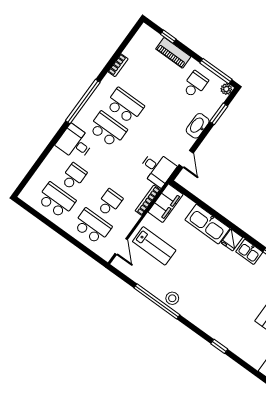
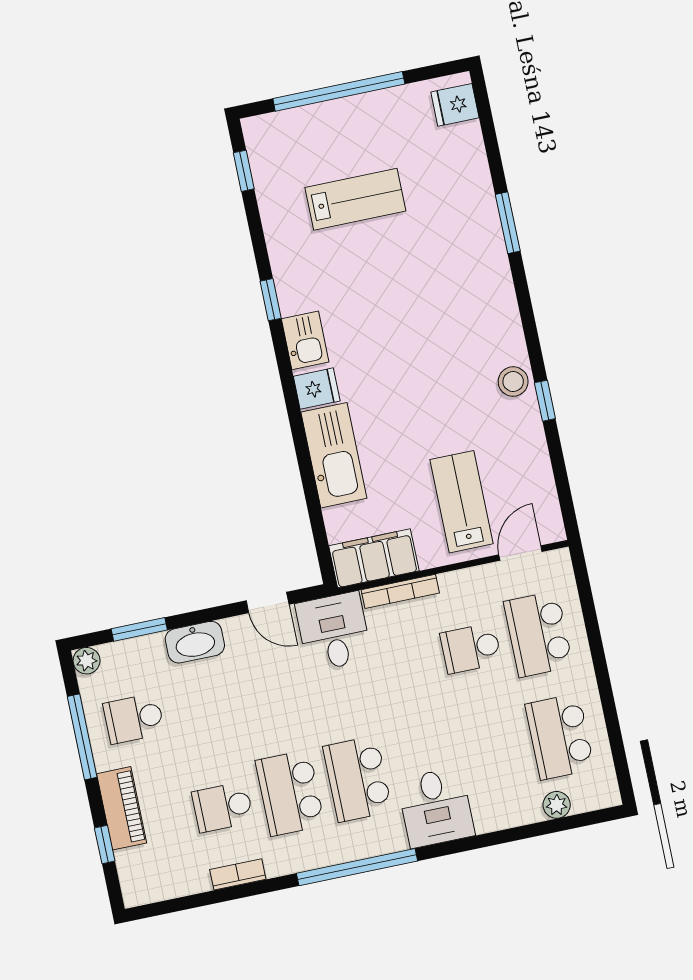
window: (216, 71) -> (82, 737), moved
door: (186, 159) -> (268, 603), swing flipped
school desk: (74, 177) -> (223, 807), moved
plant: (38, 178) -> (557, 805), added
window: (157, 301) -> (545, 401), width x0.32
window: (219, 346) -> (508, 223), width x1.50

